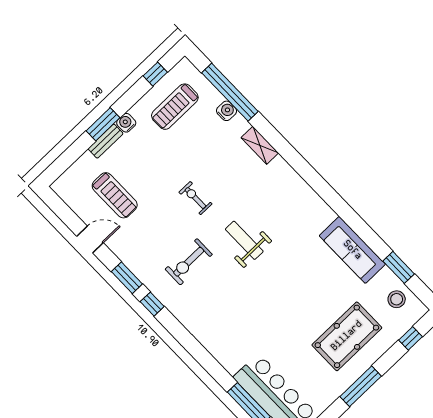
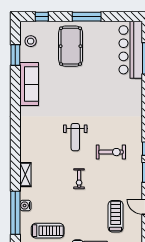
pool table: (347, 336) -> (71, 46), turned 90

